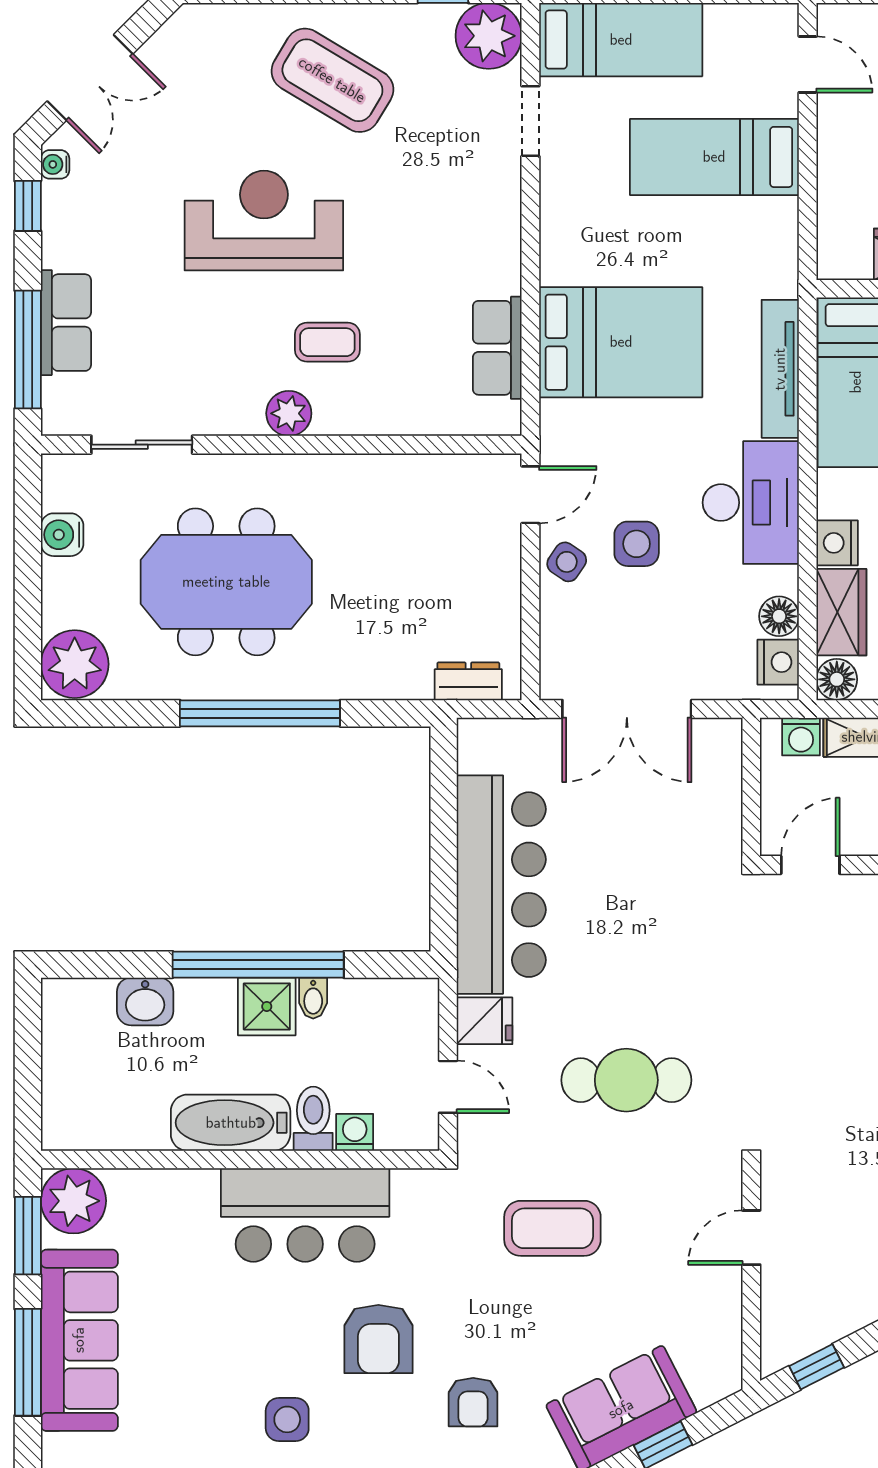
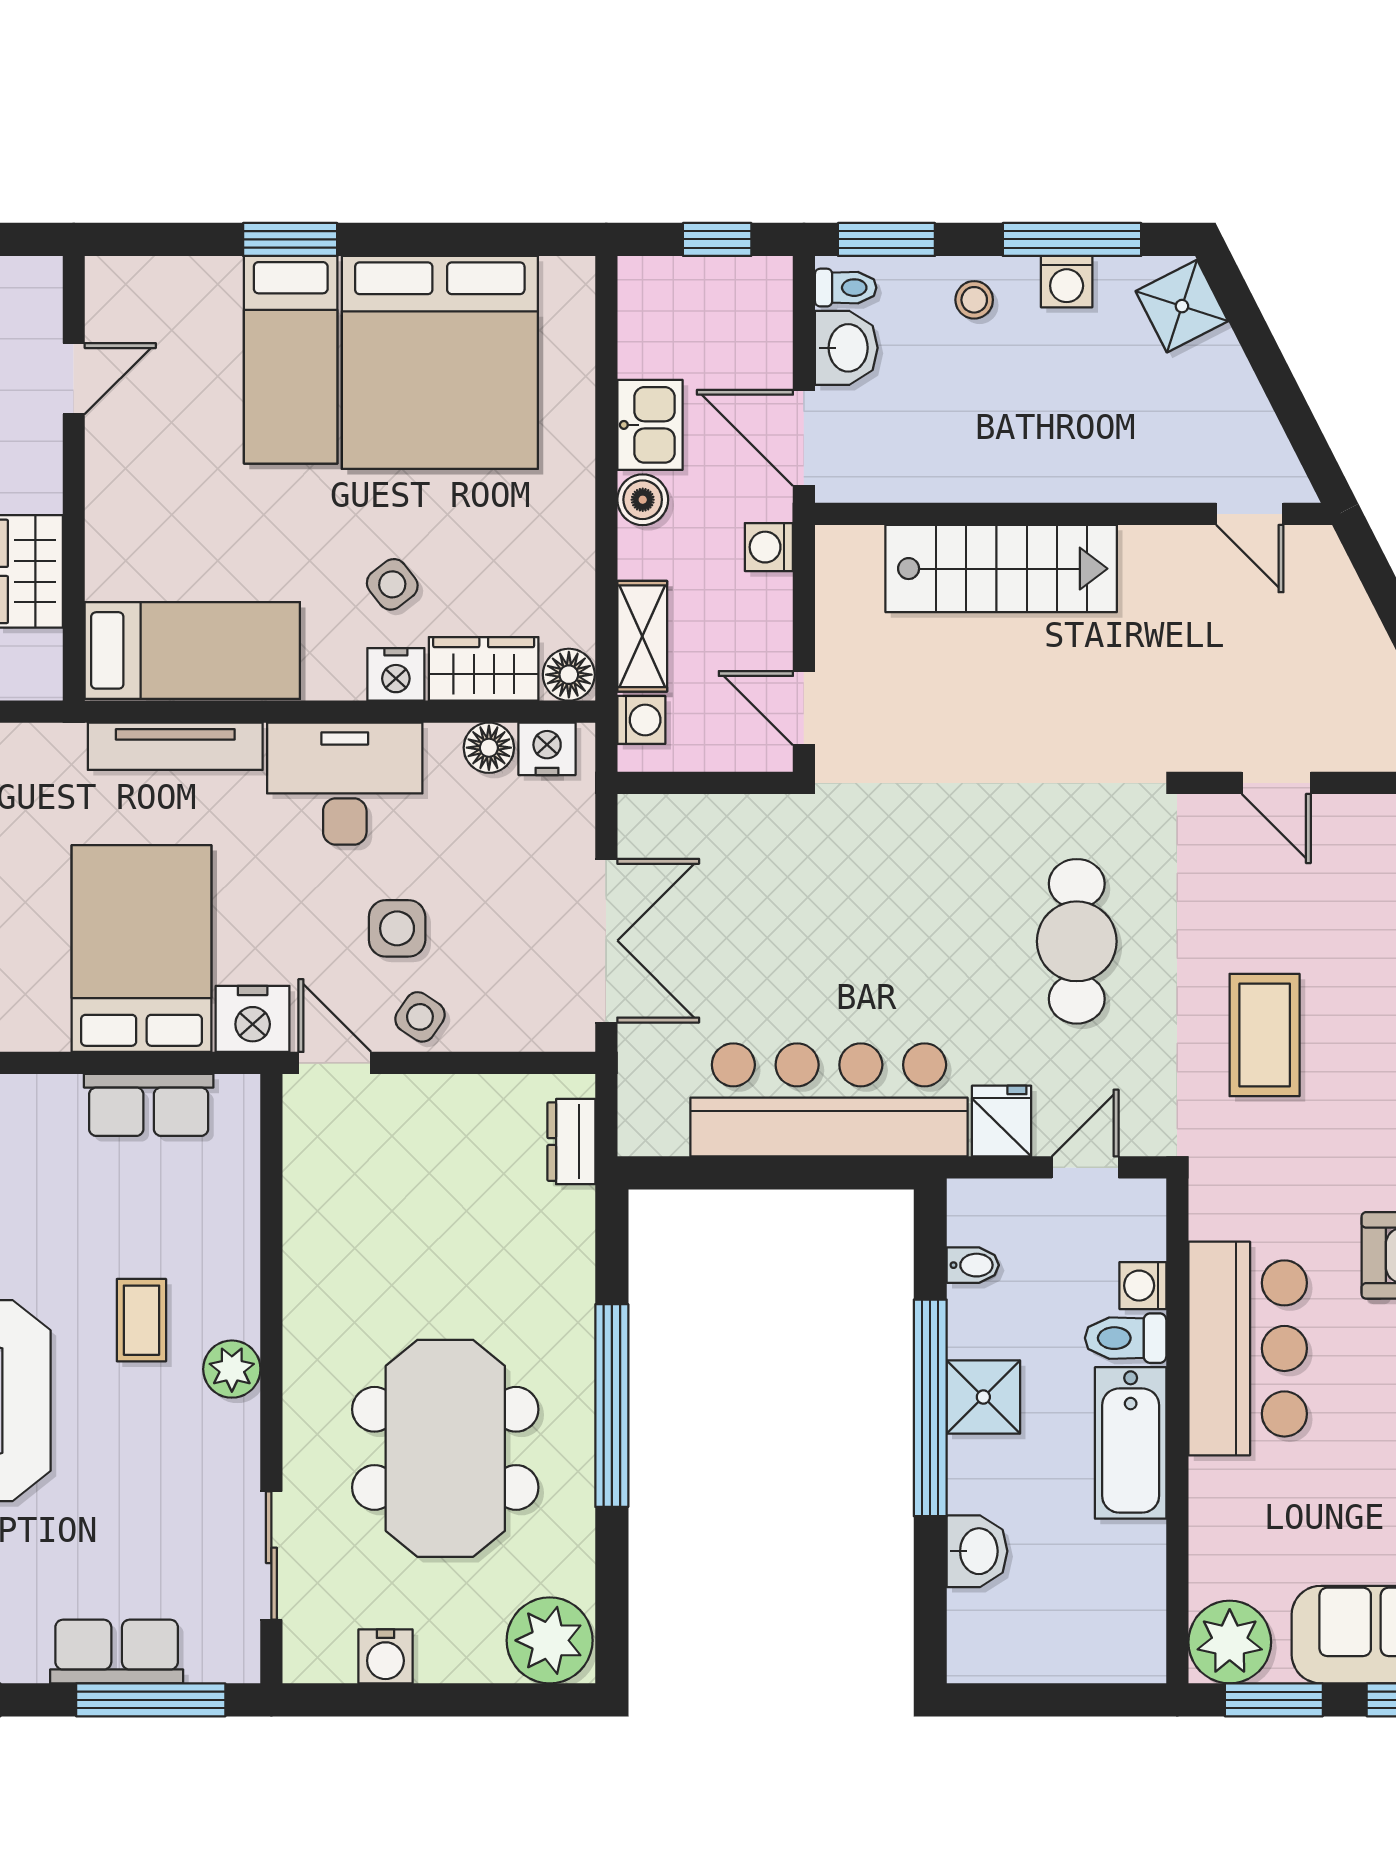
nightstand: (565, 430) -> (253, 1019), added
bidet: (313, 998) -> (973, 1265), moved

